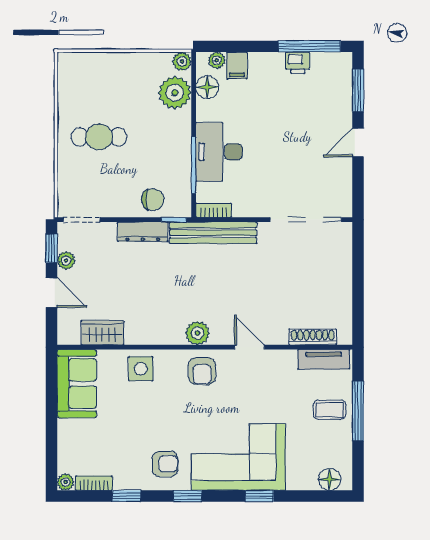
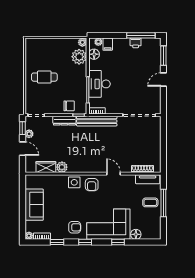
plant: (197, 333) -> (62, 167), moved
side table: (141, 369) -> (74, 182), moved
sofa: (77, 384) -> (34, 205), moved
floor lamp: (330, 479) -> (136, 234), moved

